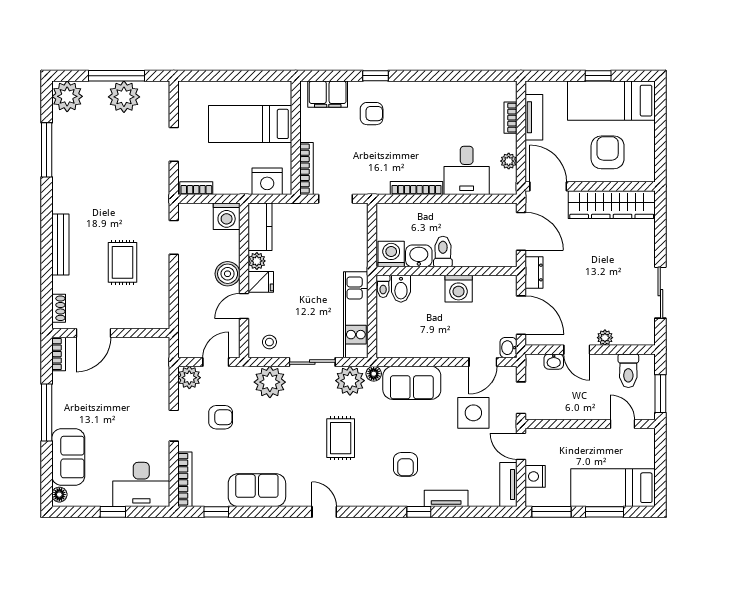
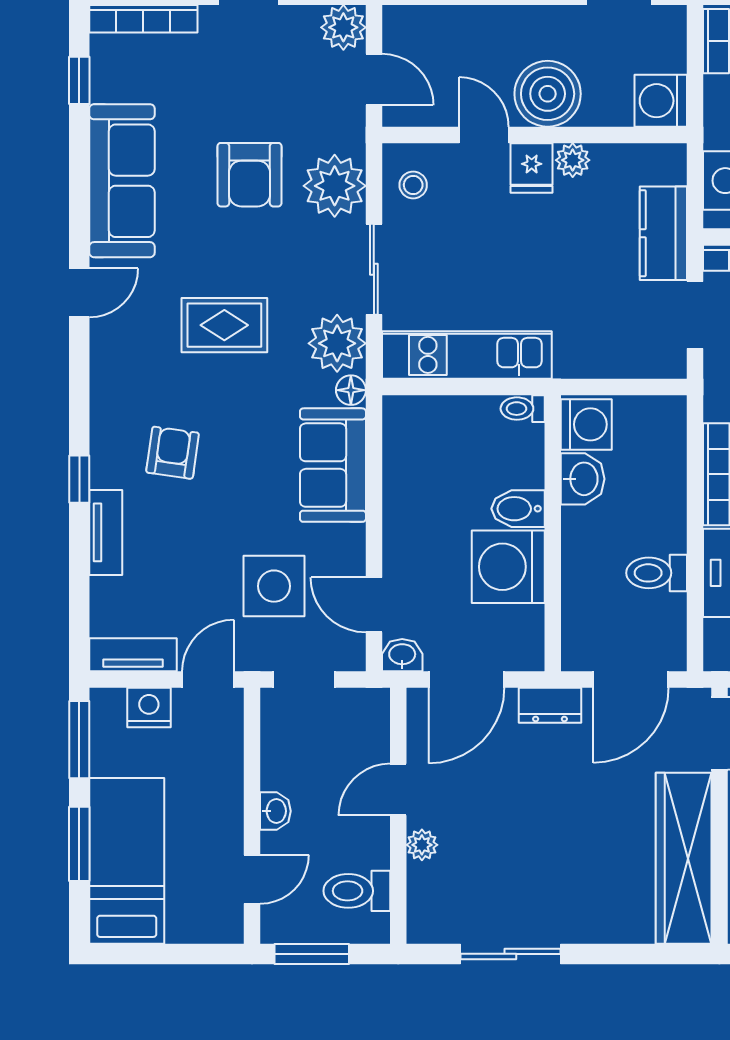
kitchen counter: (260, 227) -> (663, 233), moved, turned 90
toilet: (443, 252) -> (657, 573), moved, turned 180
boiler: (228, 274) -> (548, 94), width x1.37, depth x1.37
bidet: (401, 289) -> (518, 509), moved
washing machine: (459, 289) -> (508, 567), width x1.37, depth x1.37
washbasin: (554, 362) -> (275, 811), moved, turned 180
armchair: (221, 417) -> (250, 175), moved, width x1.38, depth x1.38
armchair: (406, 464) -> (173, 453), turned 98
sofa: (257, 490) -> (122, 181), width x1.36

